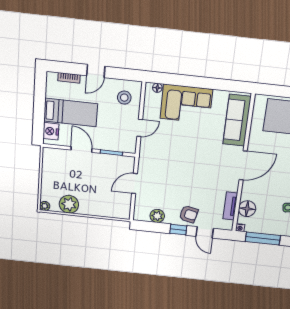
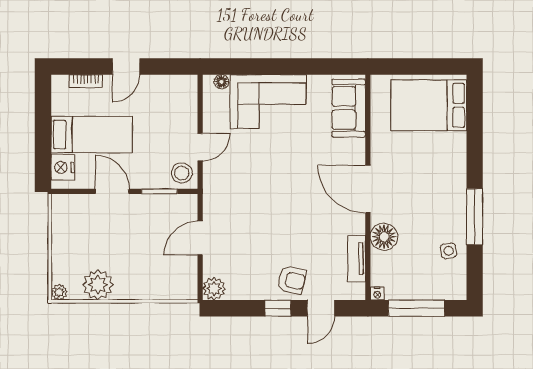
stool: (124, 98) -> (182, 173), moved
sofa: (237, 120) -> (349, 108), width x0.73
door: (243, 165) -> (368, 189), swing flipped
floor lamp: (247, 209) -> (384, 237), moved
plant: (157, 216) -> (214, 289), moved
door: (205, 232) -> (321, 308), hinge flipped

